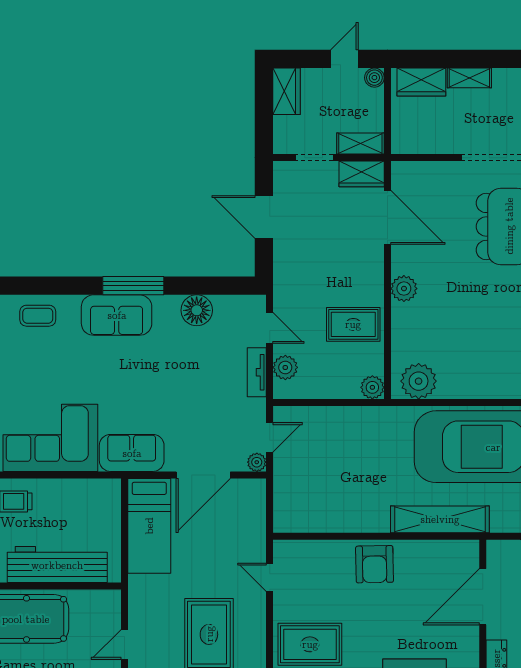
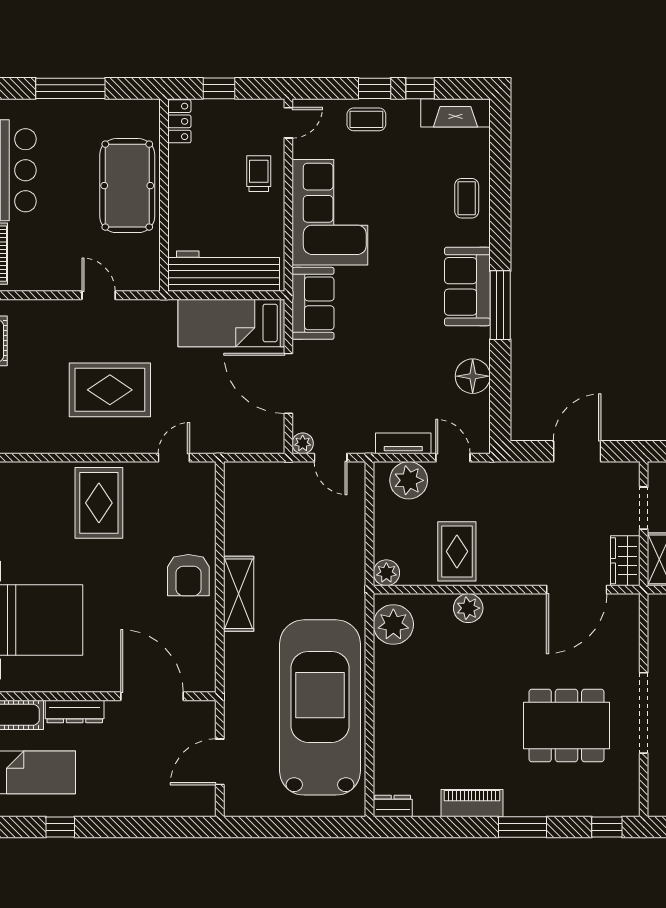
plant: (404, 289) -> (468, 608), moved
door: (270, 328) -> (453, 458), swing flipped
plant: (285, 367) -> (409, 480), width x1.36, depth x1.36
shelving: (440, 519) -> (239, 594), moved, width x0.68
armchair: (375, 564) -> (188, 575), turned -89
workbench: (57, 565) -> (224, 271), moved, turned -90

